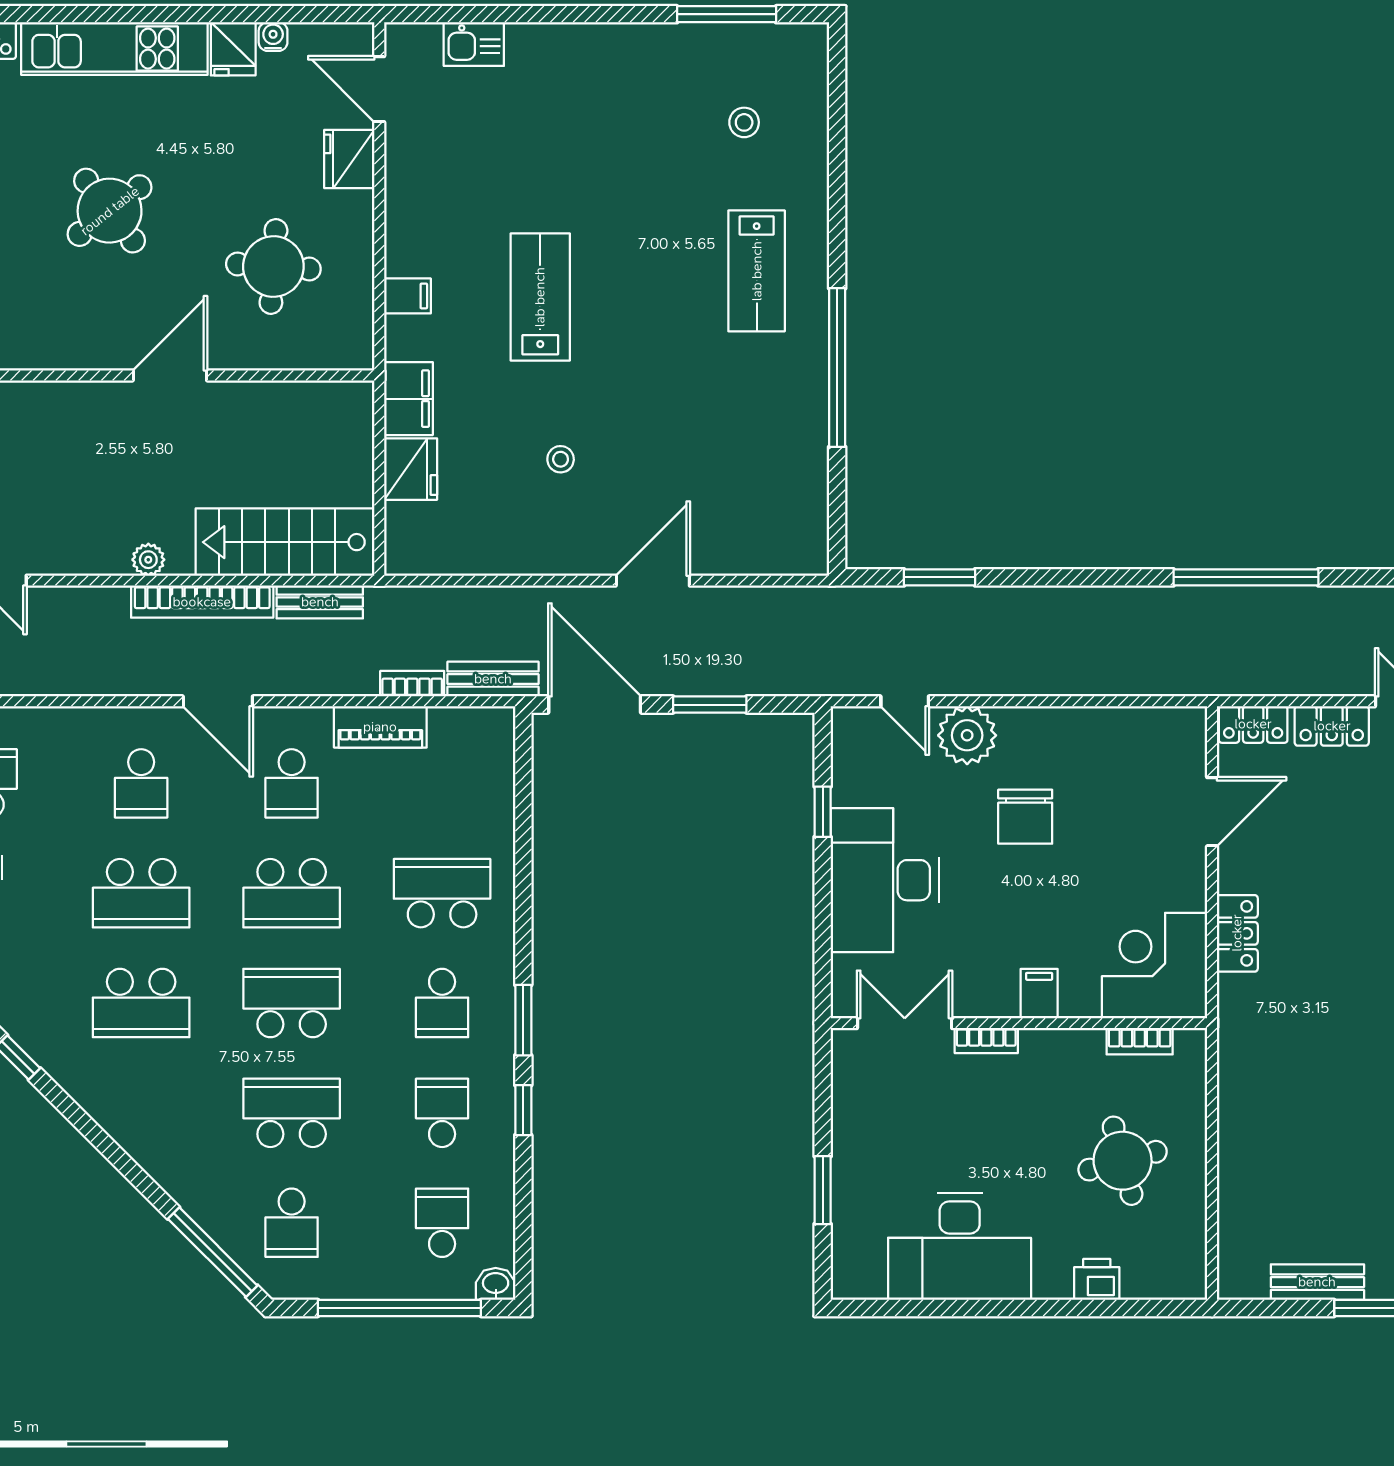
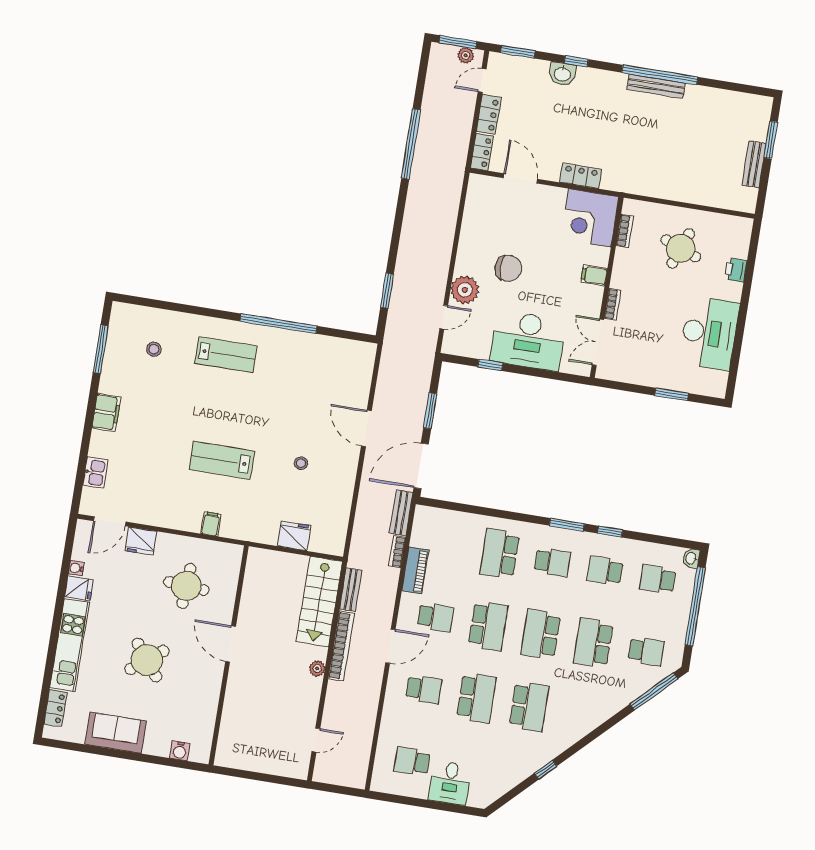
filing cabinet: (408, 399) -> (106, 412), moved, turned 90
round table: (1123, 1161) -> (681, 248), turned 36

